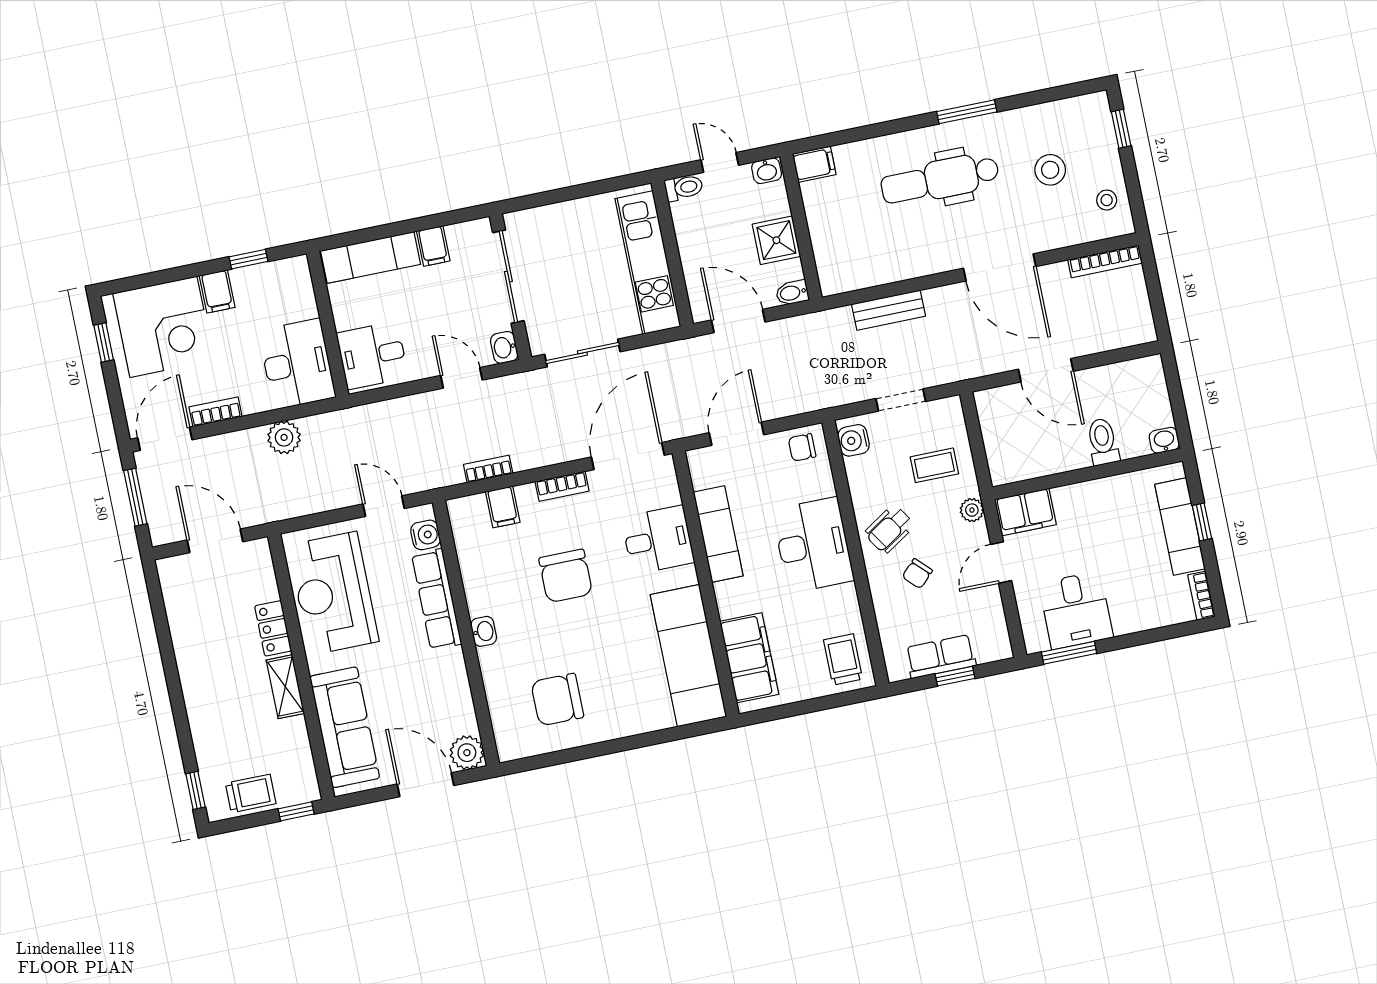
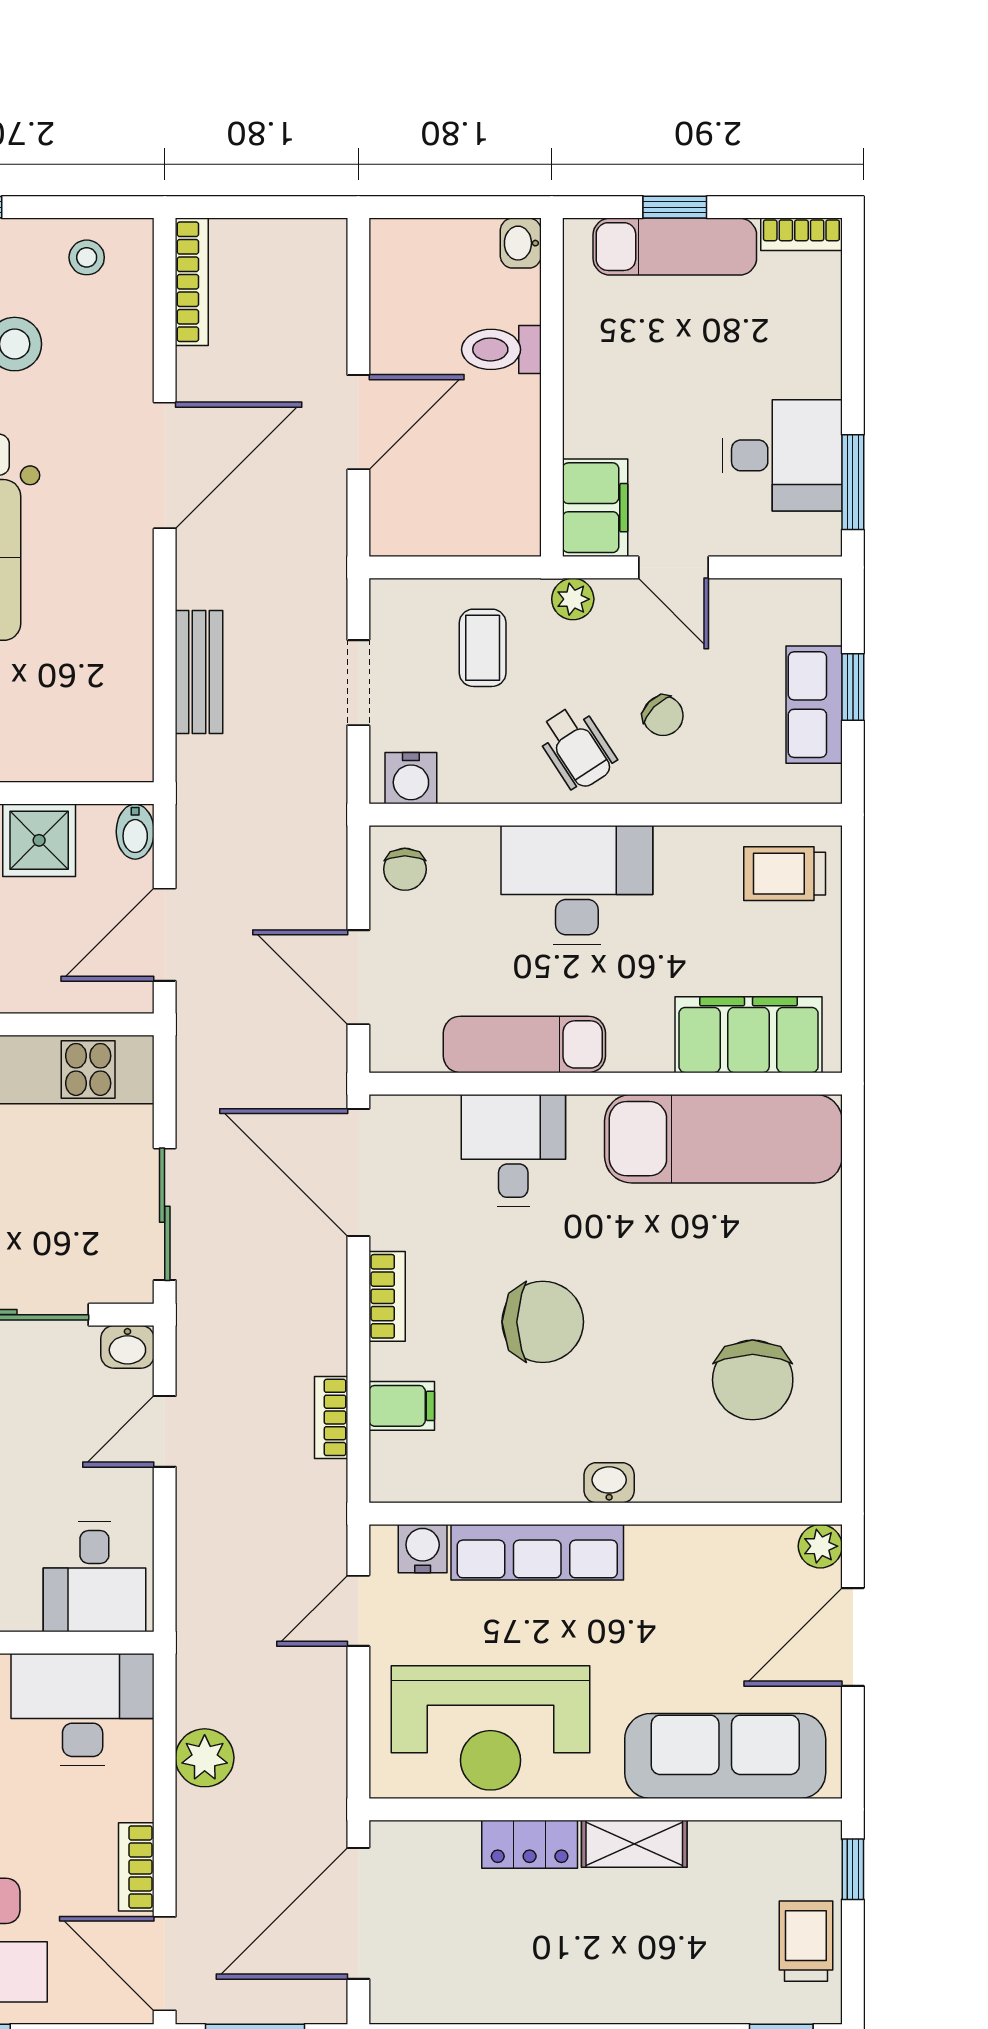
door: (215, 541) -> (358, 1913), width x1.36
plant: (467, 753) -> (820, 1546), width x0.73, depth x0.73

